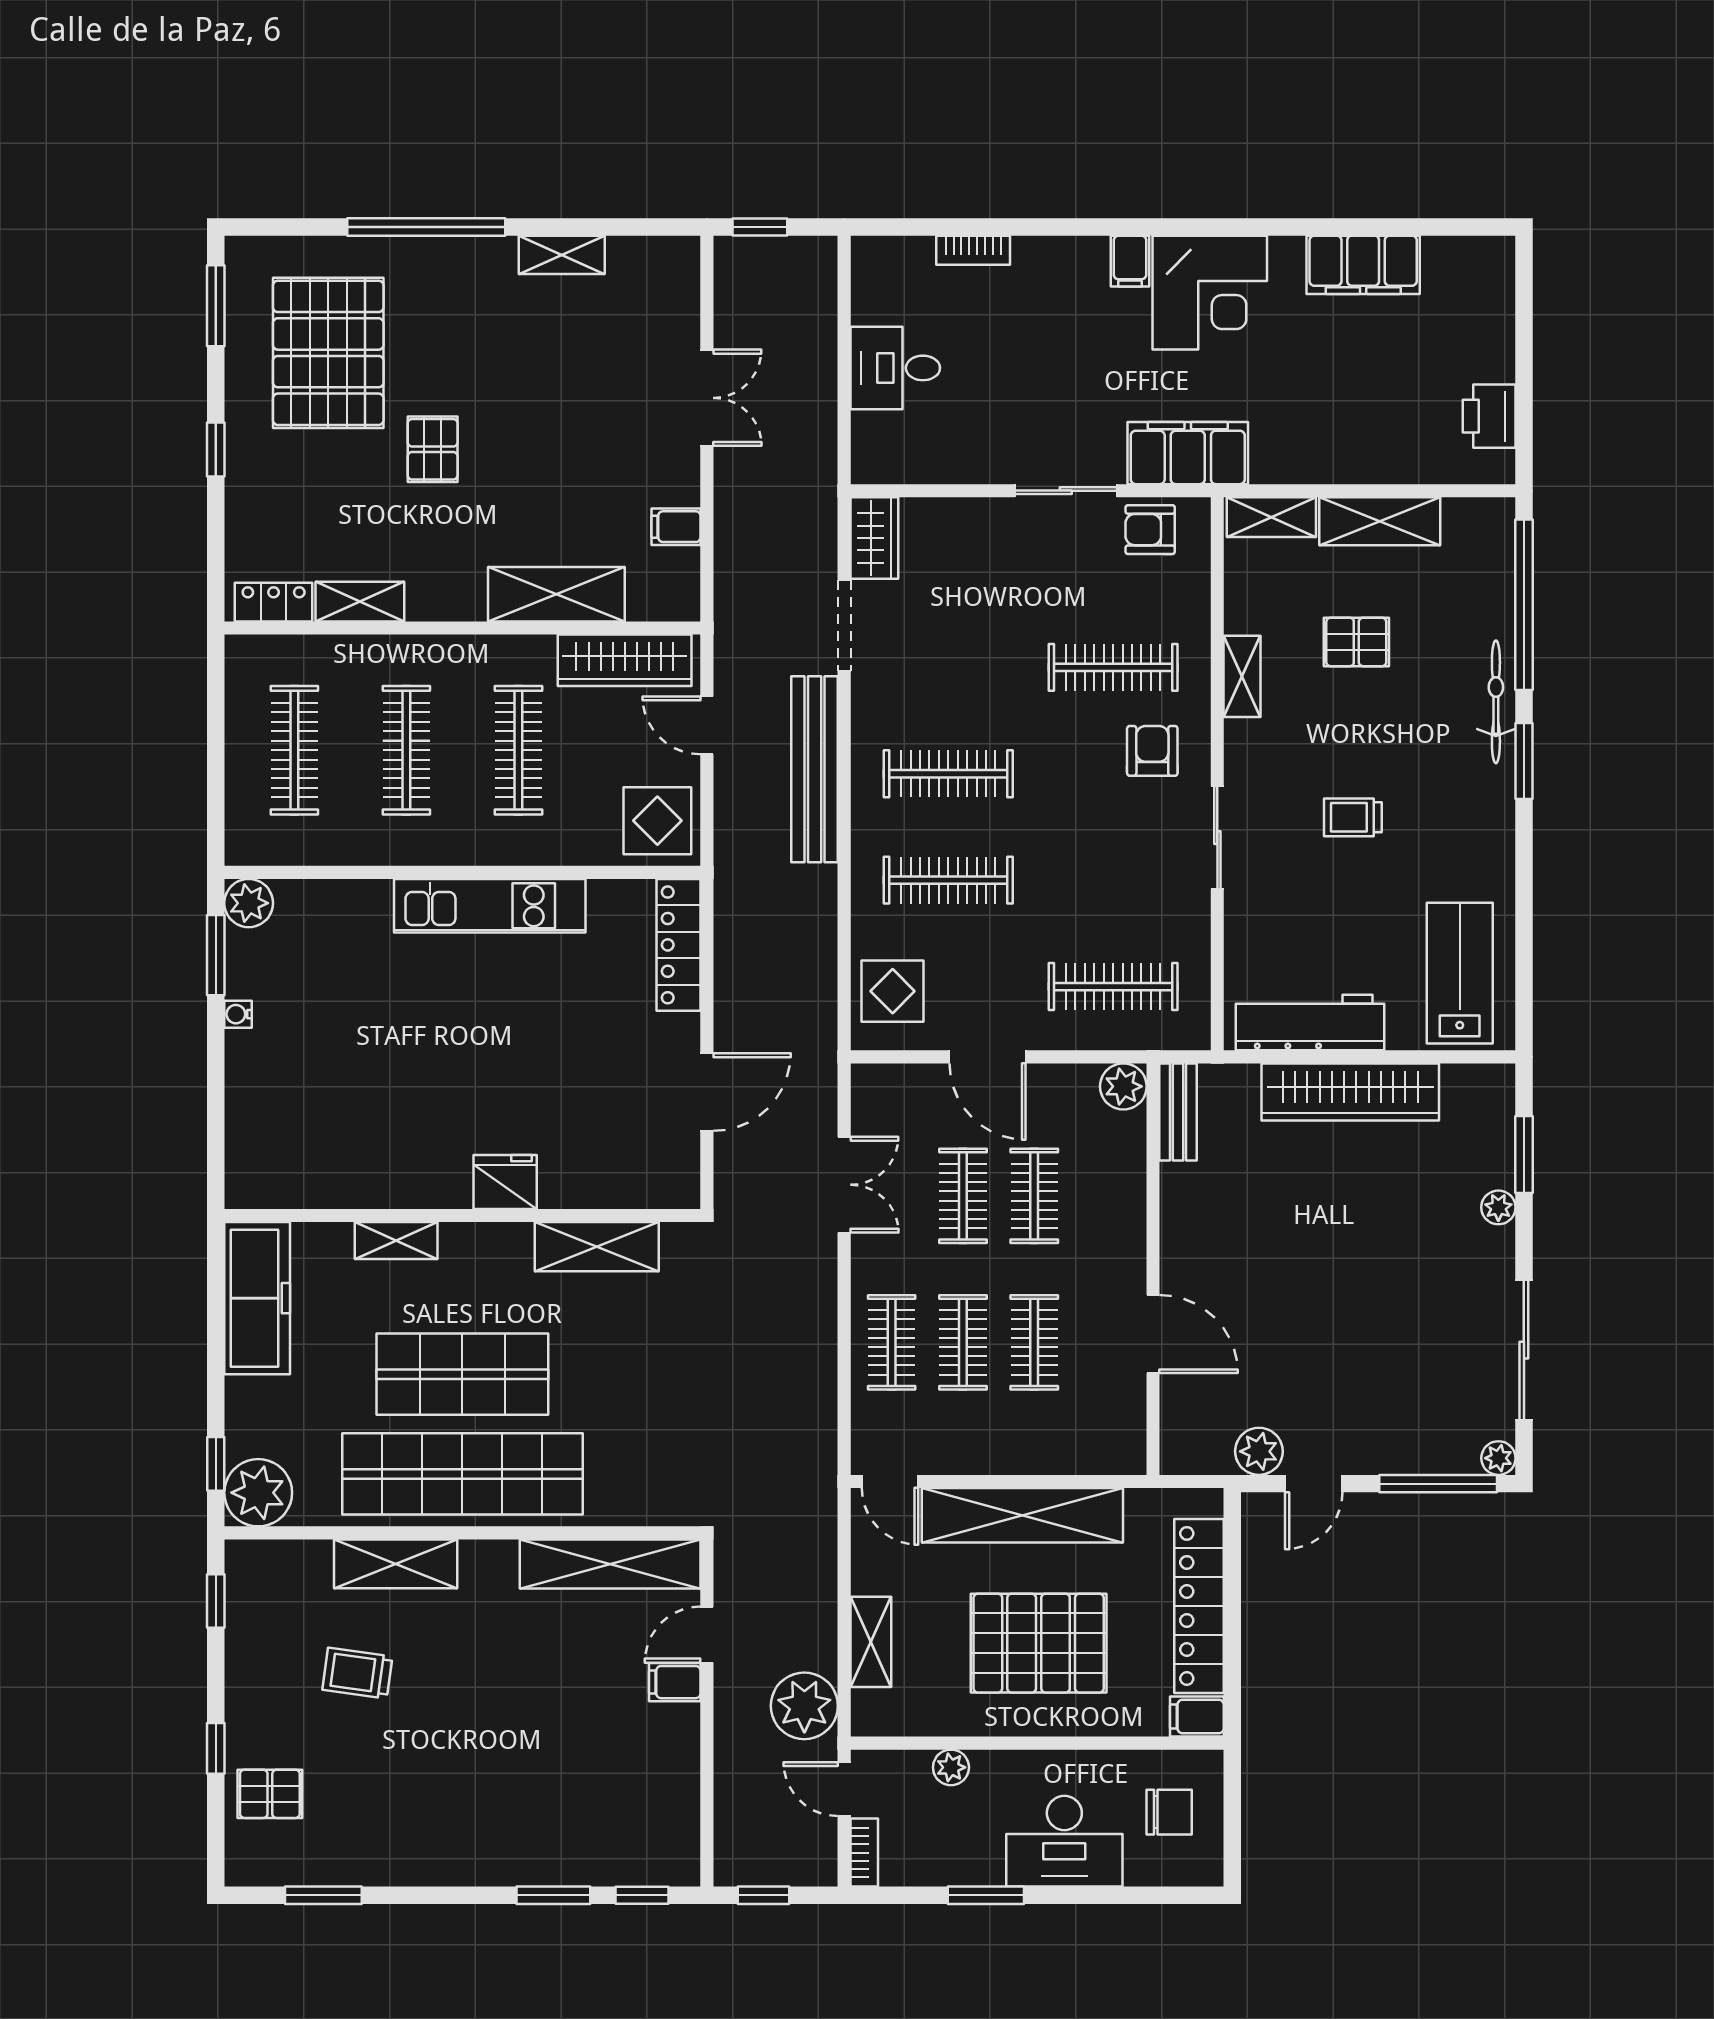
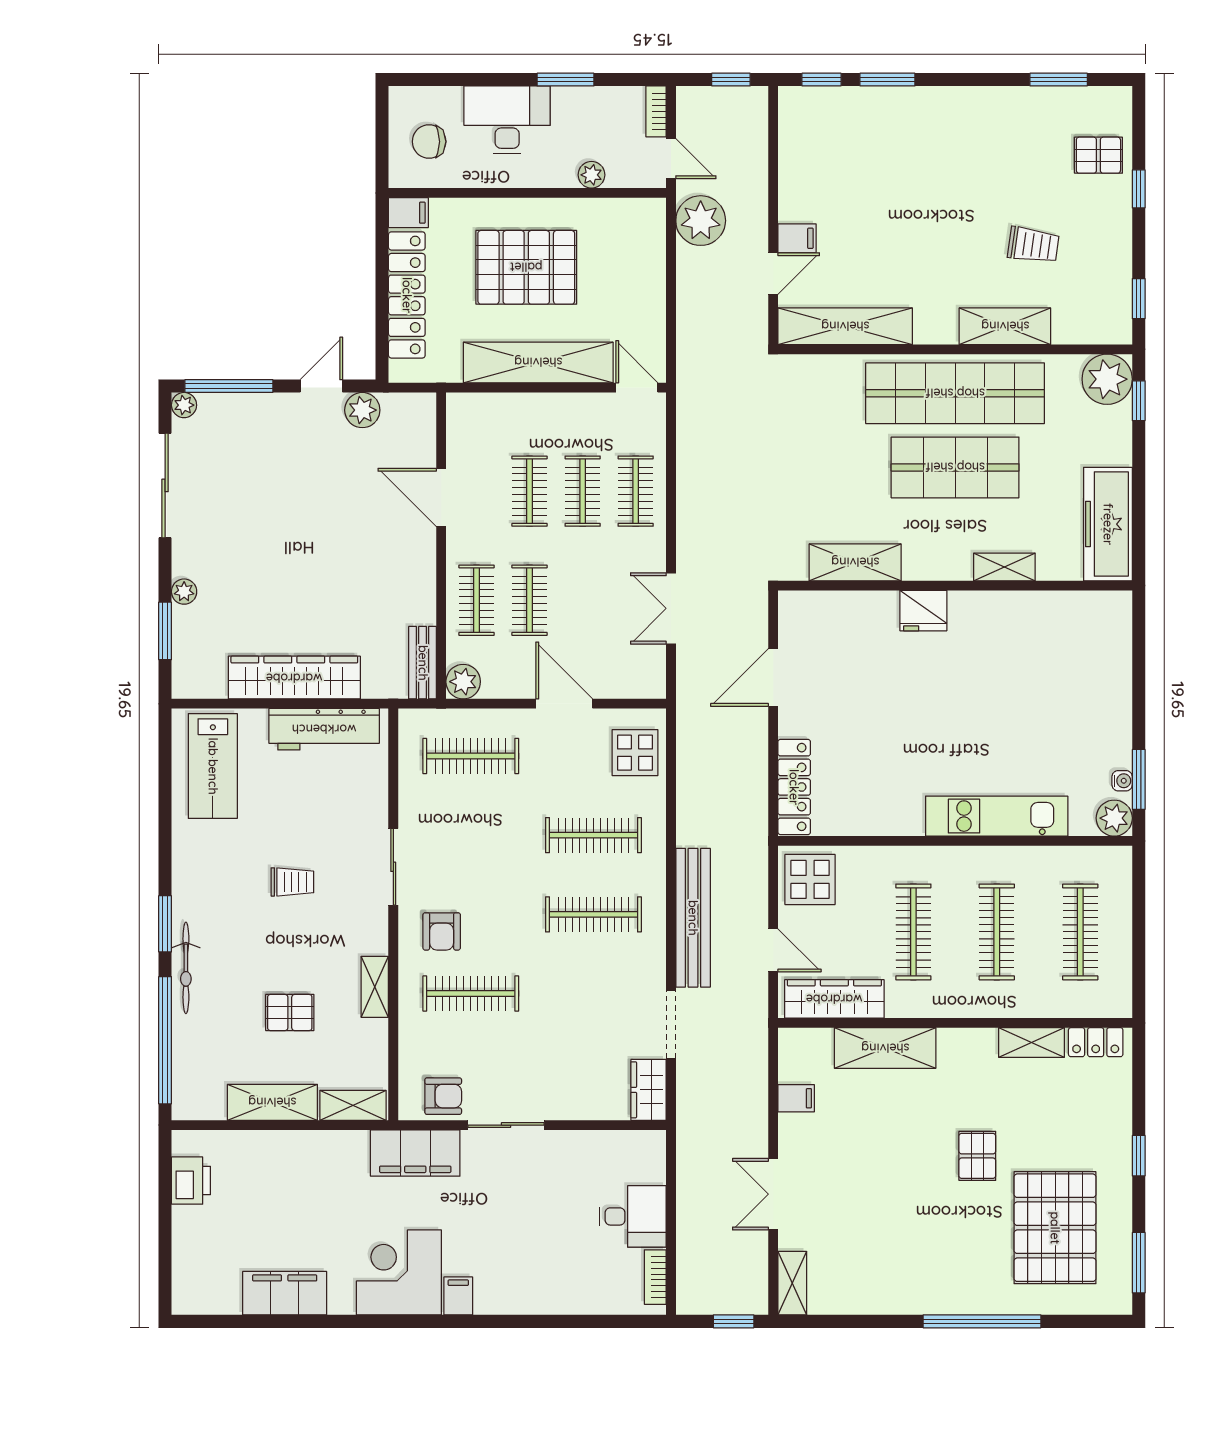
bookcase: (973, 250) -> (655, 1277), moved, turned -90
shelving: (562, 255) -> (792, 1283), moved, turned 90
kitchen unit: (490, 906) -> (997, 816), moved
water cooler: (238, 1014) -> (1122, 781), moved
clothes rail: (963, 1196) -> (476, 600), moved
shelving: (871, 1642) -> (651, 268), removed

